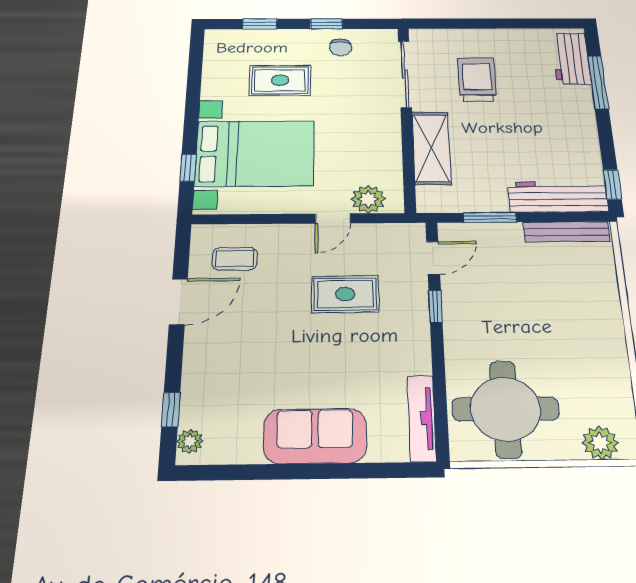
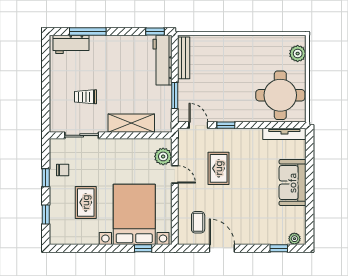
sliding door: (405, 74) -> (82, 135), width x0.73
trolley: (477, 79) -> (86, 97), width x0.73, depth x0.72

